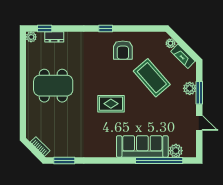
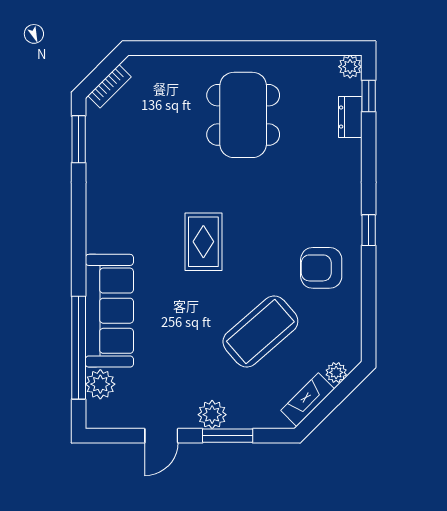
plant: (190, 88) -> (212, 415), moved

